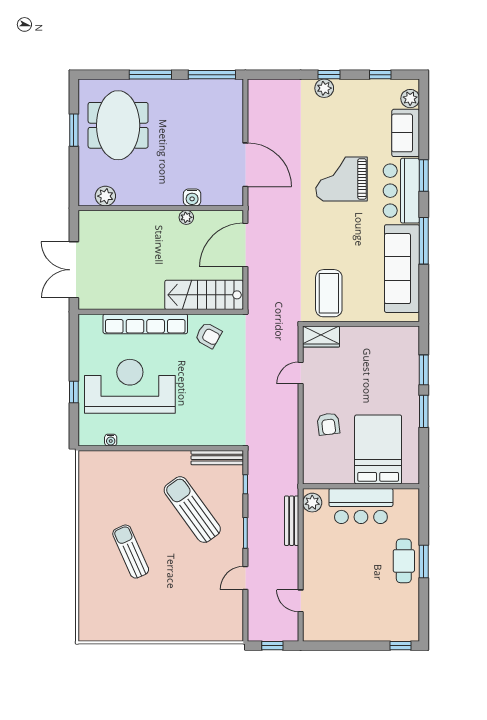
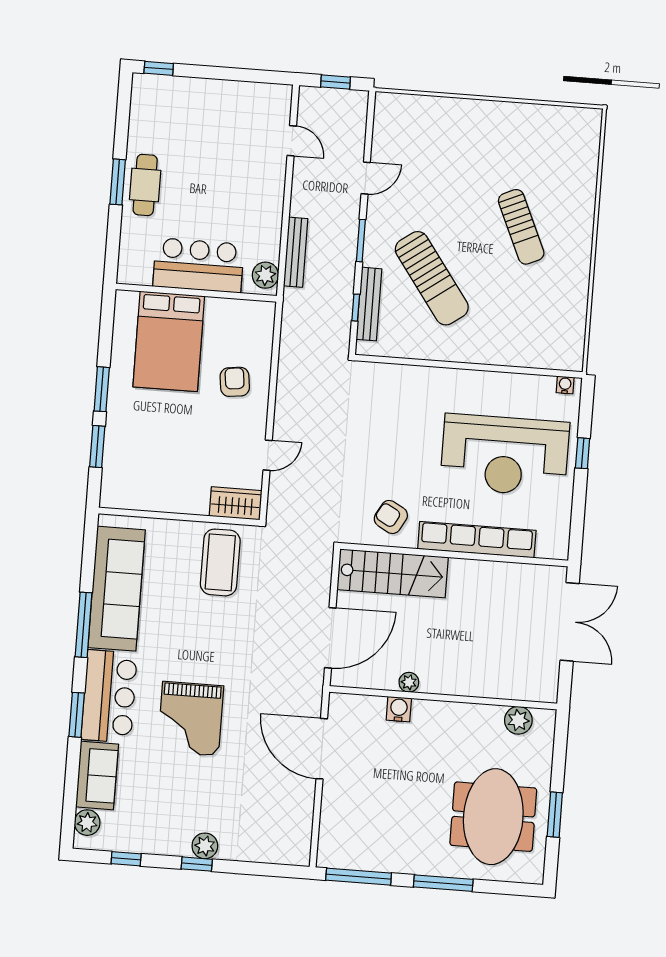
grand piano: (342, 179) -> (191, 719), turned 90
water cooler: (111, 440) -> (565, 385), moved
bench: (217, 458) -> (369, 304), moved, turned 90

